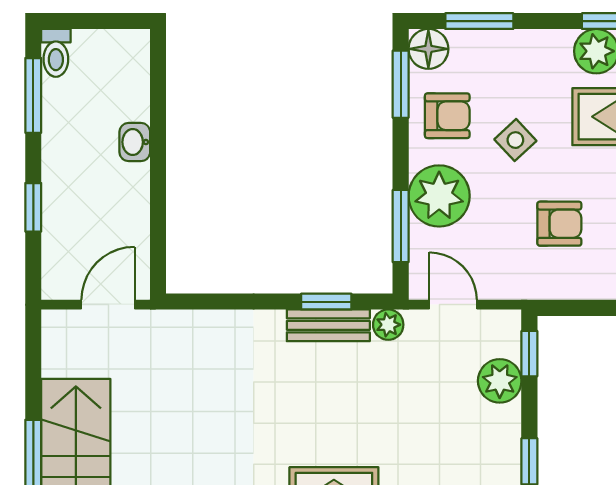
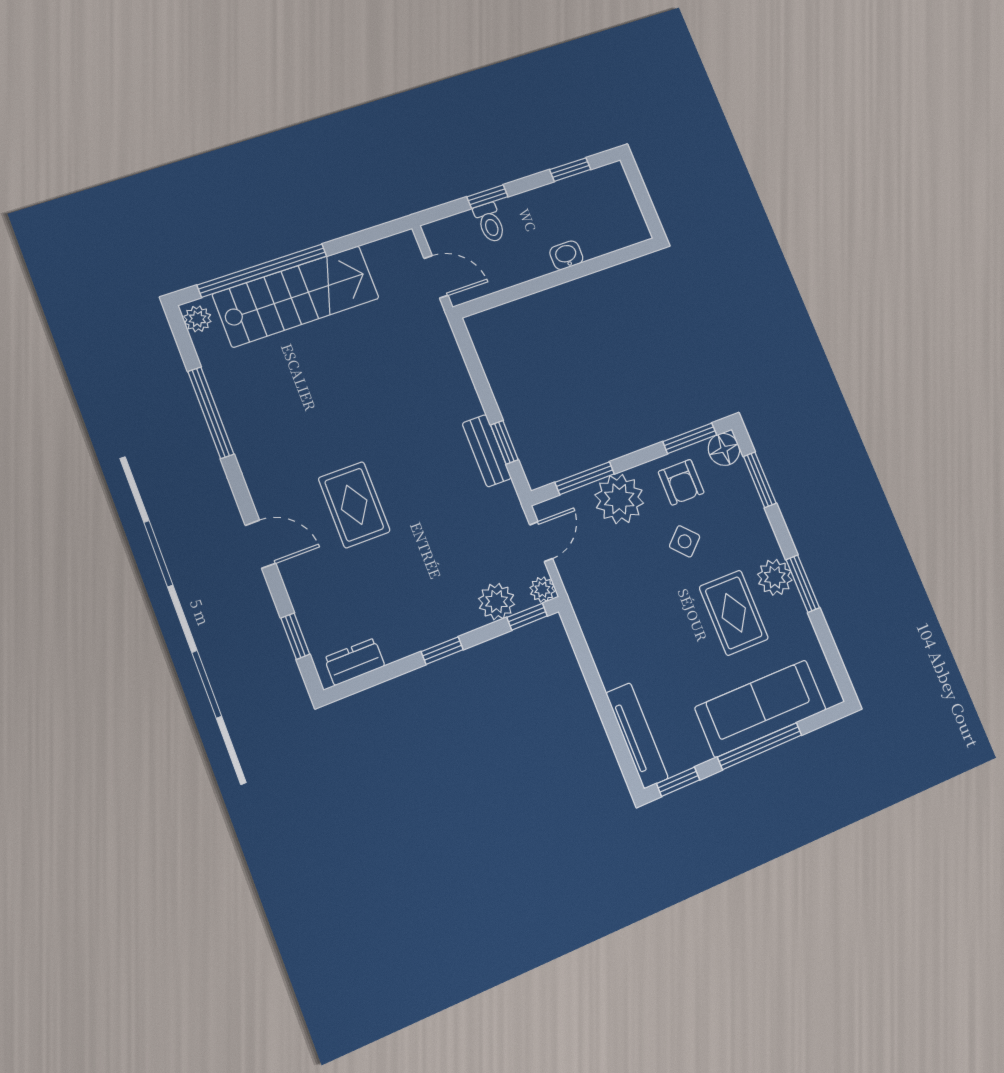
toilet: (56, 53) -> (490, 223), moved, turned -90
window: (33, 95) -> (570, 170), width x0.67
armchair: (559, 224) -> (636, 600), removed
plant: (388, 325) -> (542, 589), moved

